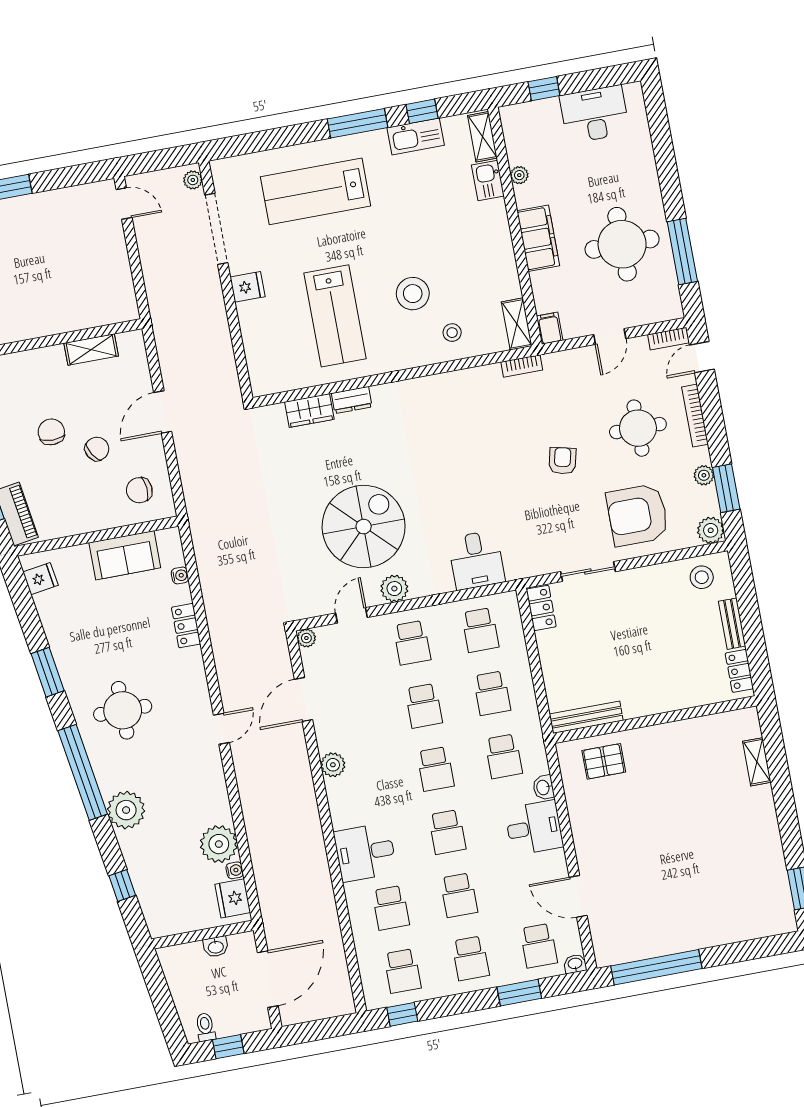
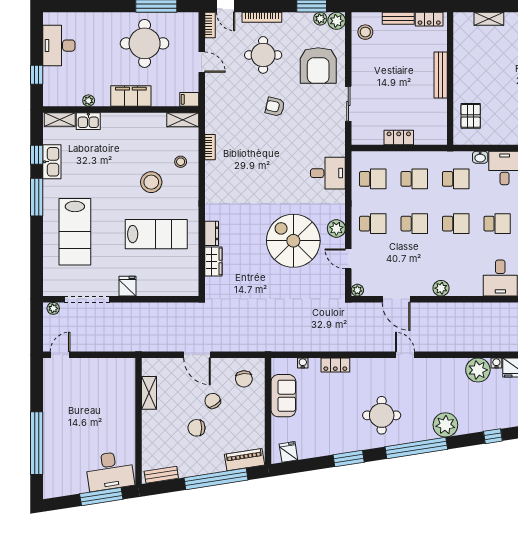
bookcase: (522, 366) -> (210, 147), moved
plant: (704, 475) -> (320, 19), moved
locker: (541, 608) -> (399, 138), moved
bench: (586, 717) -> (441, 75), moved

